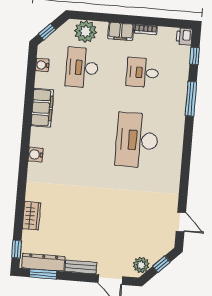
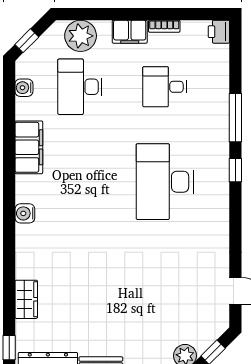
window: (194, 56) -> (235, 170), moved

